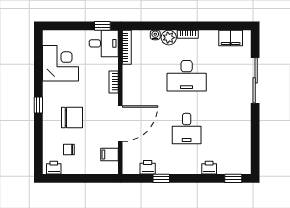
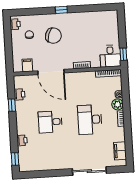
corner desk: (60, 63) -> (94, 25), removed
chair: (72, 118) -> (53, 36), turned -71

